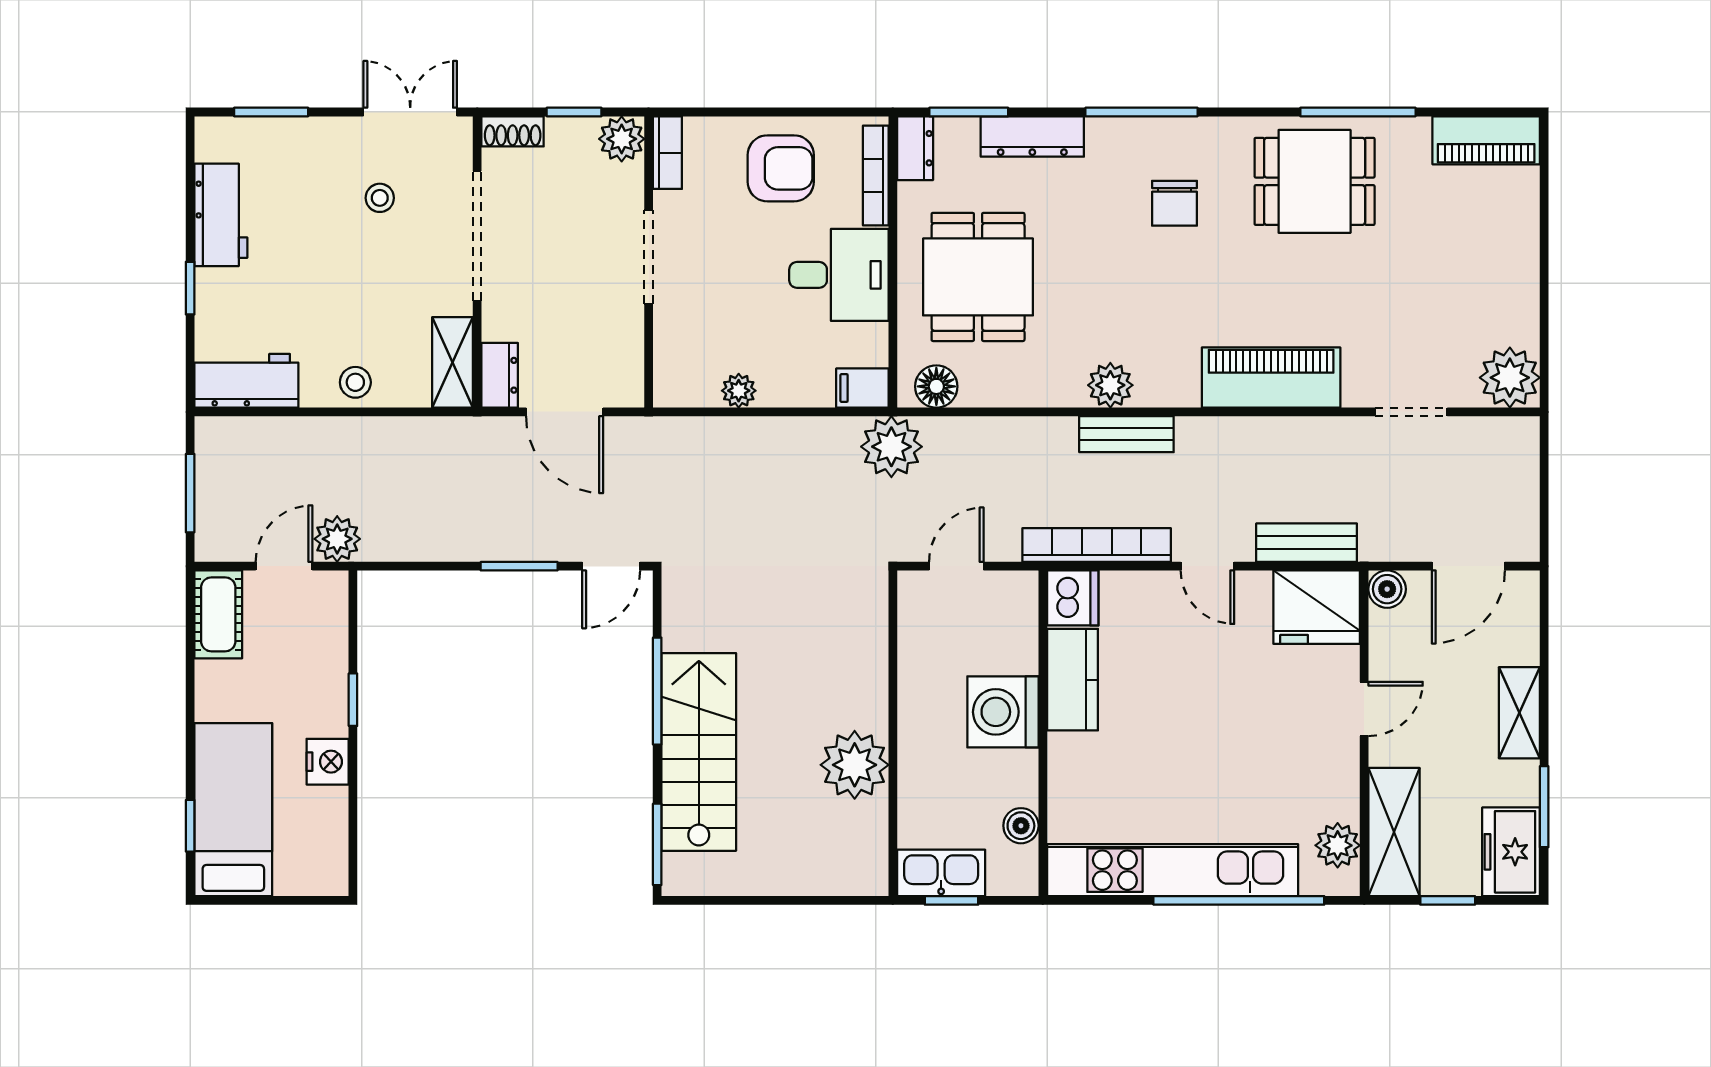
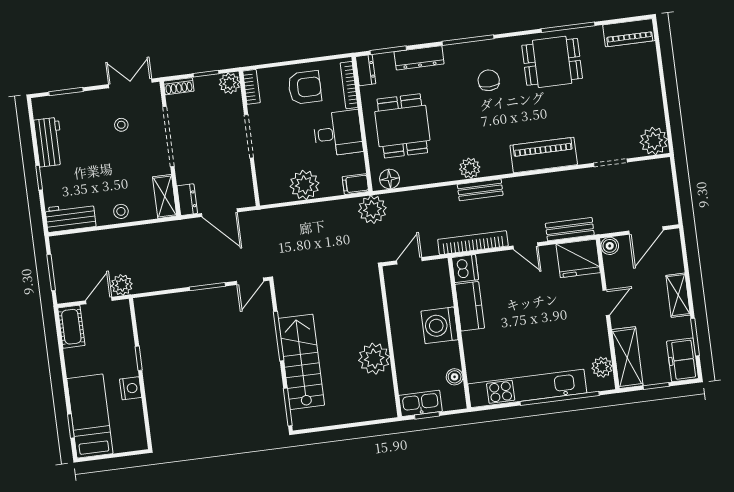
chair: (1174, 203) -> (489, 80), turned 180
plant: (739, 391) -> (304, 185), width x1.88, depth x1.88

